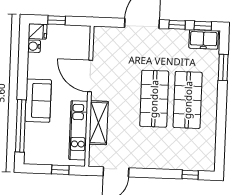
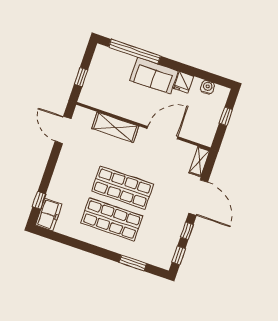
fridge: (37, 31) -> (184, 82), moved
shelving: (107, 33) -> (199, 161), added
freezer: (204, 39) -> (49, 214), moved, turned 180
kitchen unit: (78, 130) -> (114, 106), removed

